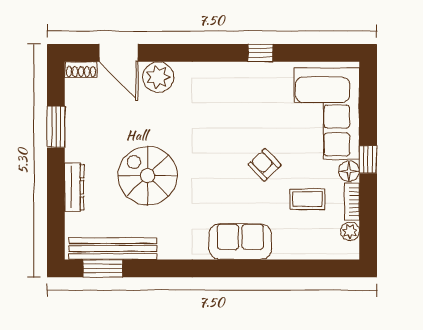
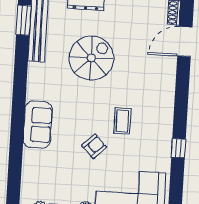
plant: (158, 77) -> (165, 70), removed
coffee table: (307, 199) -> (122, 121), moved

